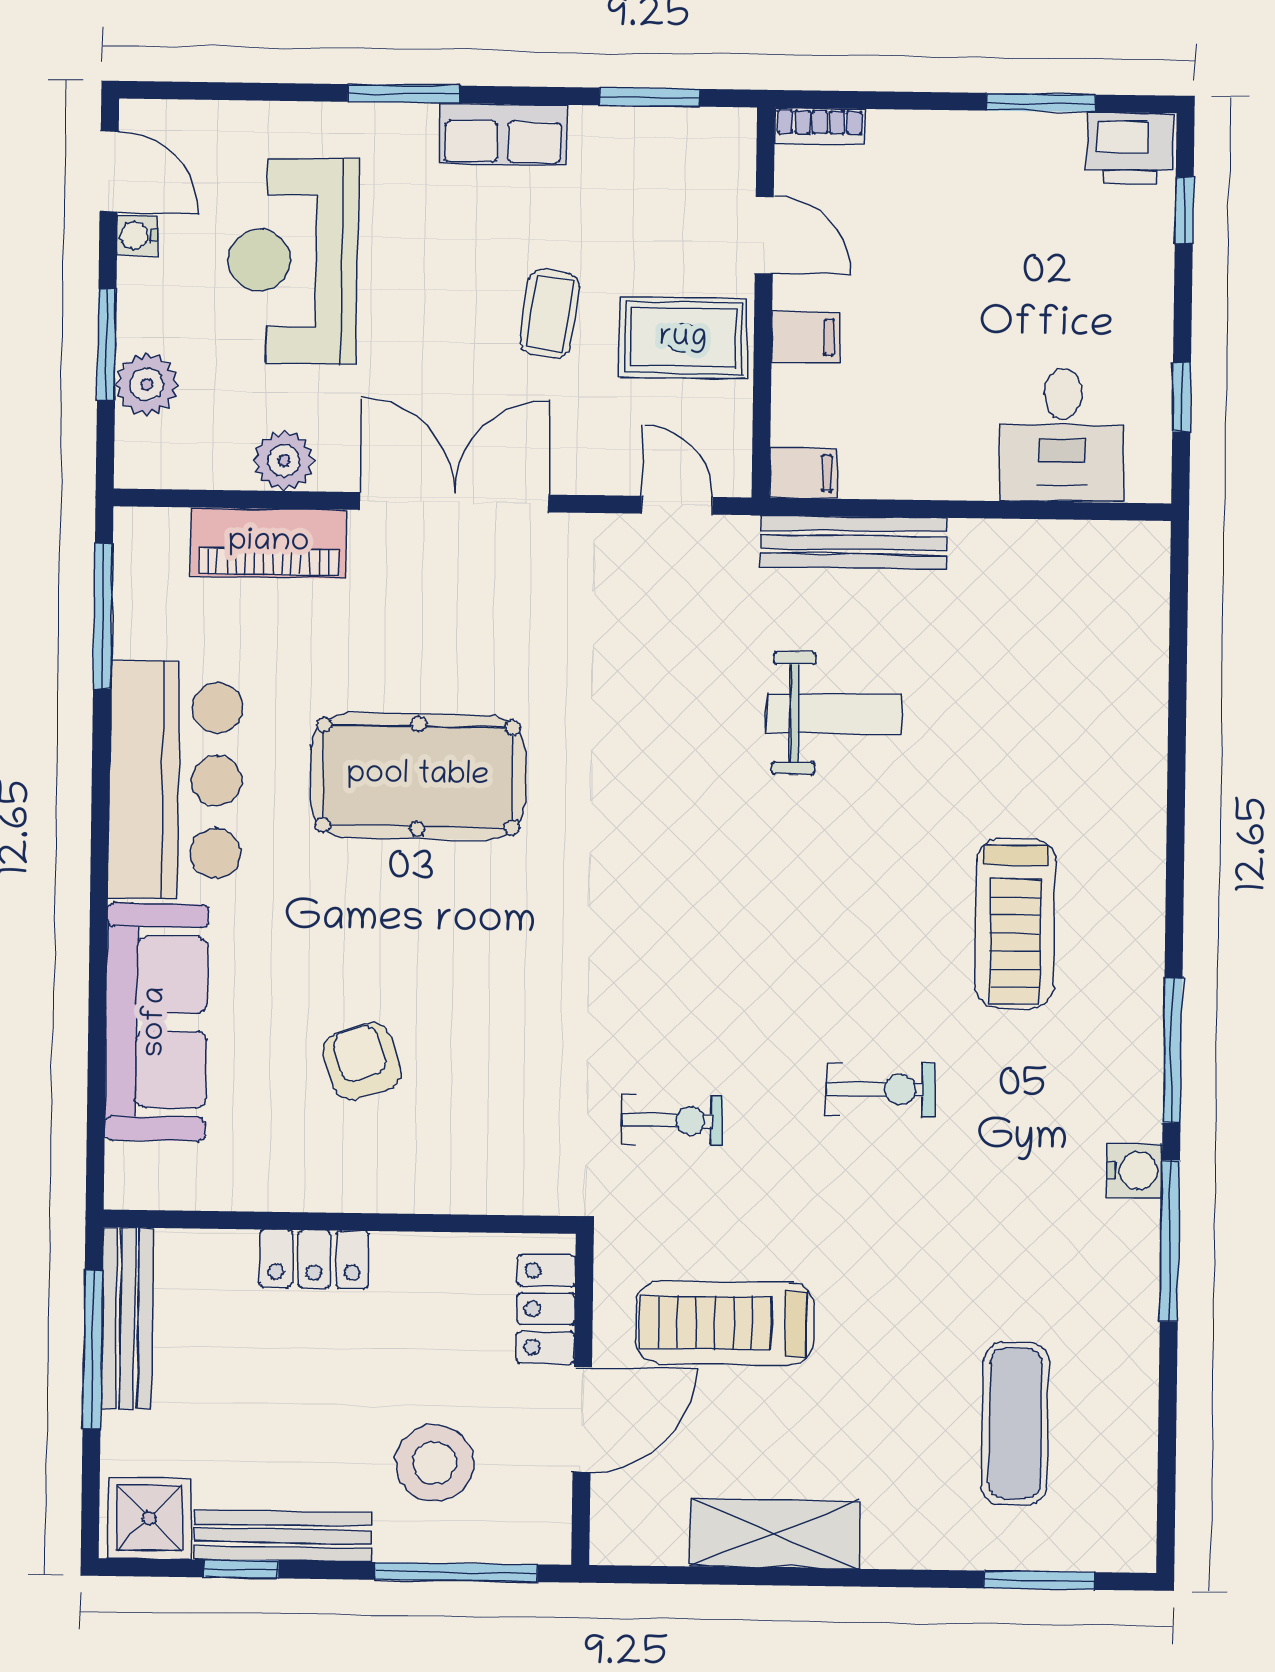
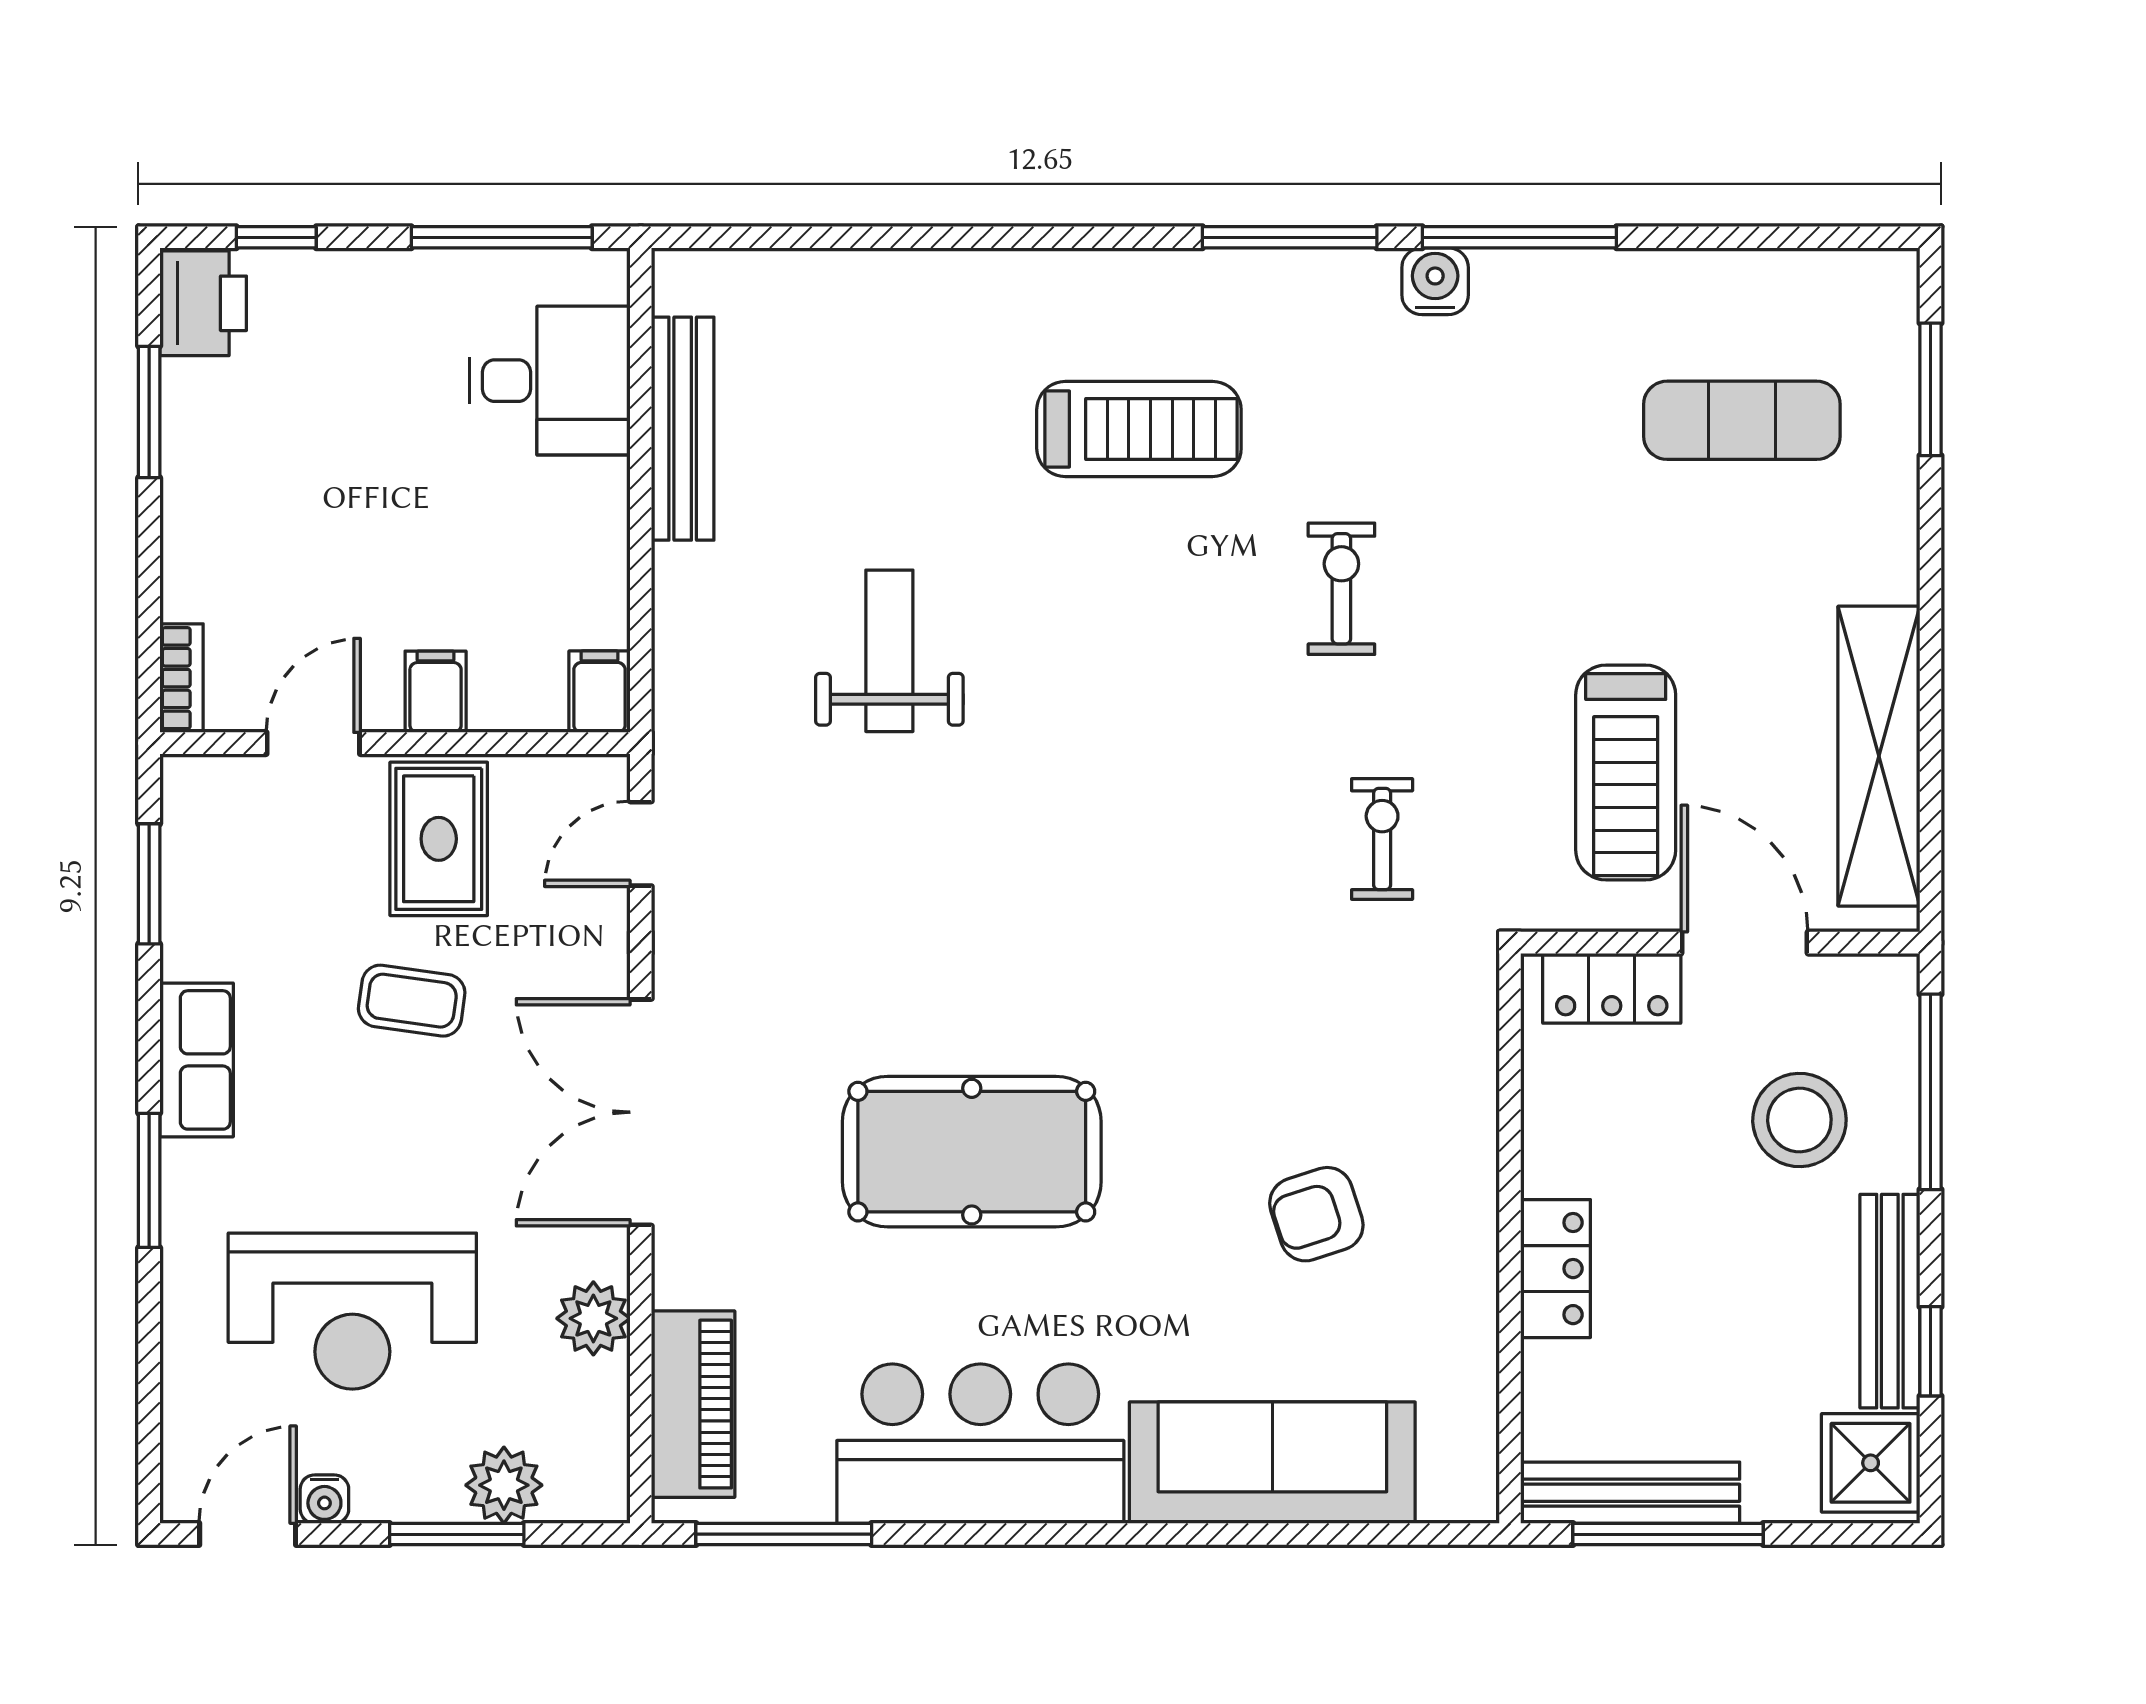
window: (1182, 397) -> (502, 237), width x2.17
piano: (269, 543) -> (693, 1404), moved
bench: (853, 543) -> (683, 429), moved
pool table: (418, 776) -> (972, 1152), turned 90
shelving: (775, 1534) -> (1879, 756), width x1.47

